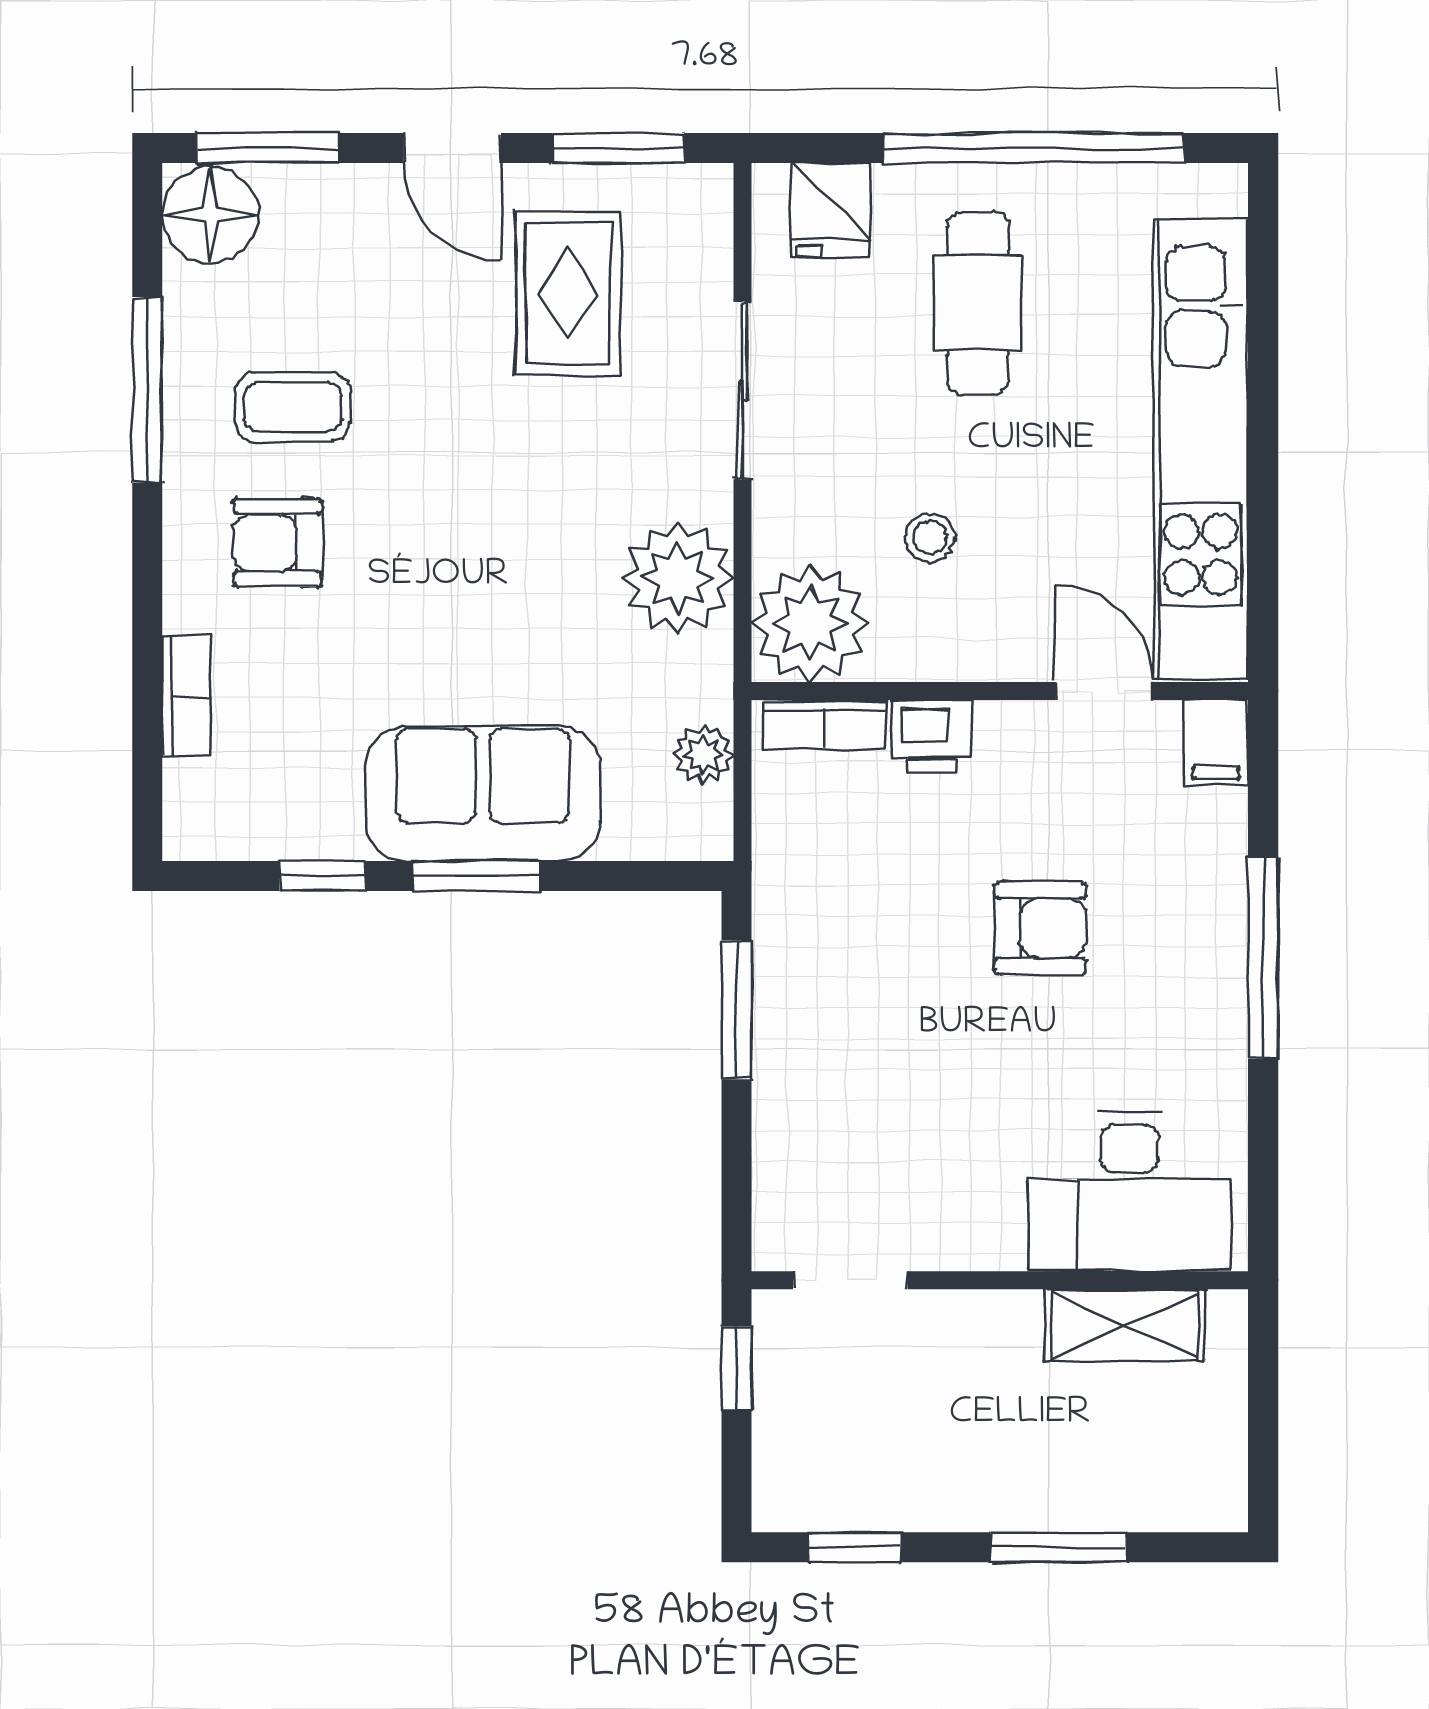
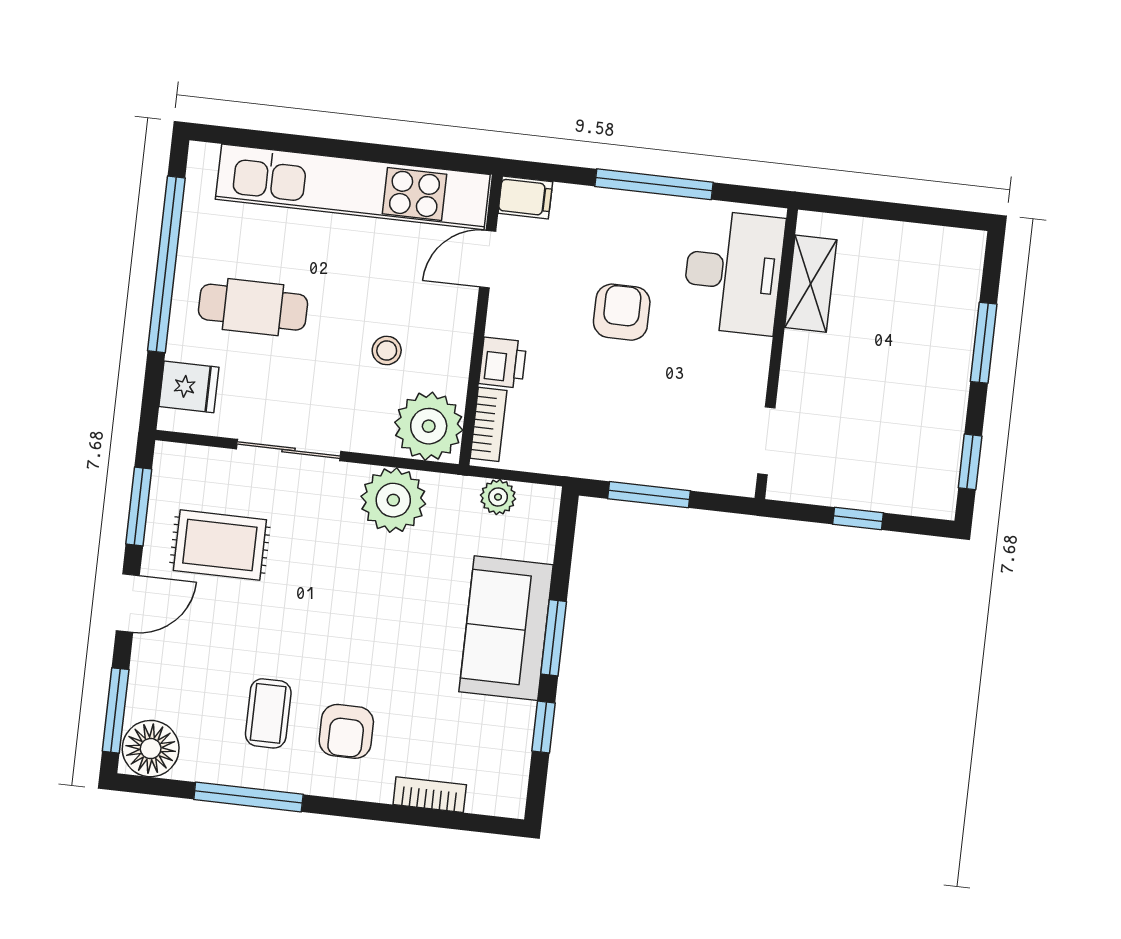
desk: (1130, 1192) -> (733, 272), moved
doorway: (850, 1280) -> (766, 441), moved
wall: (1000, 1280) -> (776, 354), moved
shelving: (1125, 1325) -> (811, 284), moved

